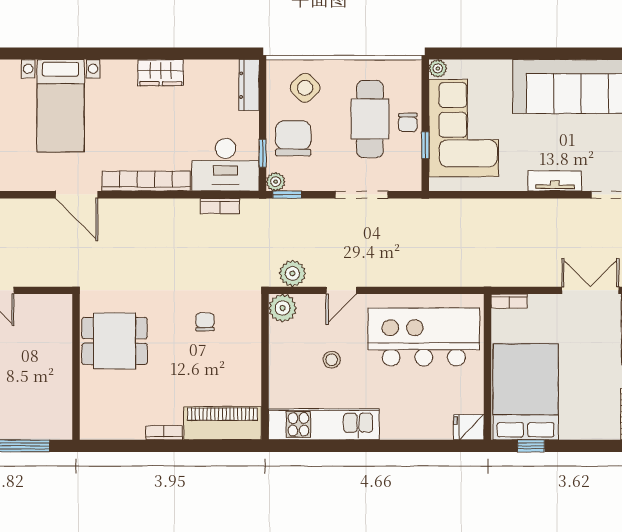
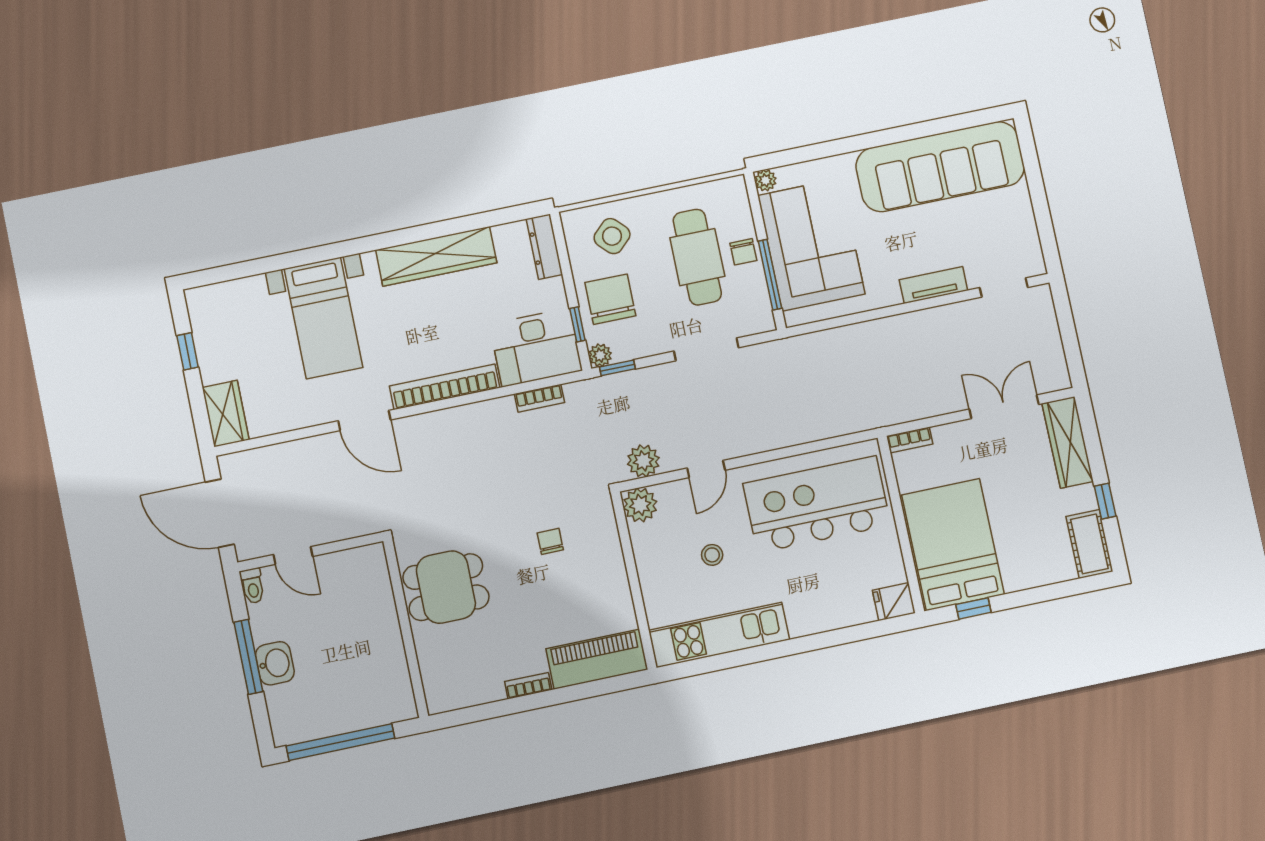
wardrobe: (161, 73) -> (436, 256), width x2.10, depth x1.17
window: (425, 145) -> (770, 275), width x2.17

